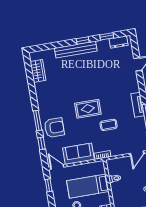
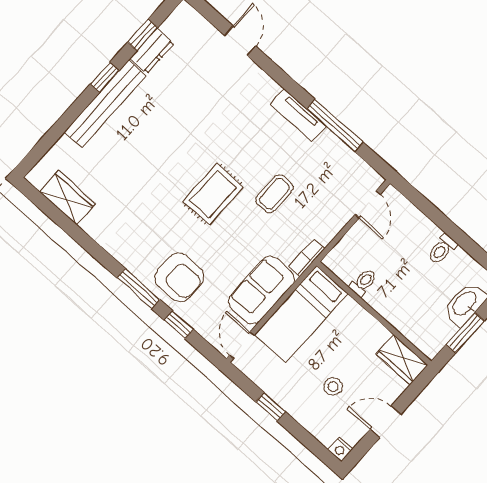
dresser: (119, 42) -> (152, 51), moved
armchair: (54, 128) -> (179, 277), turned 90
door: (57, 167) -> (242, 345), hinge flipped
window: (49, 185) -> (271, 407), moved
bed: (88, 186) -> (301, 314), moved

